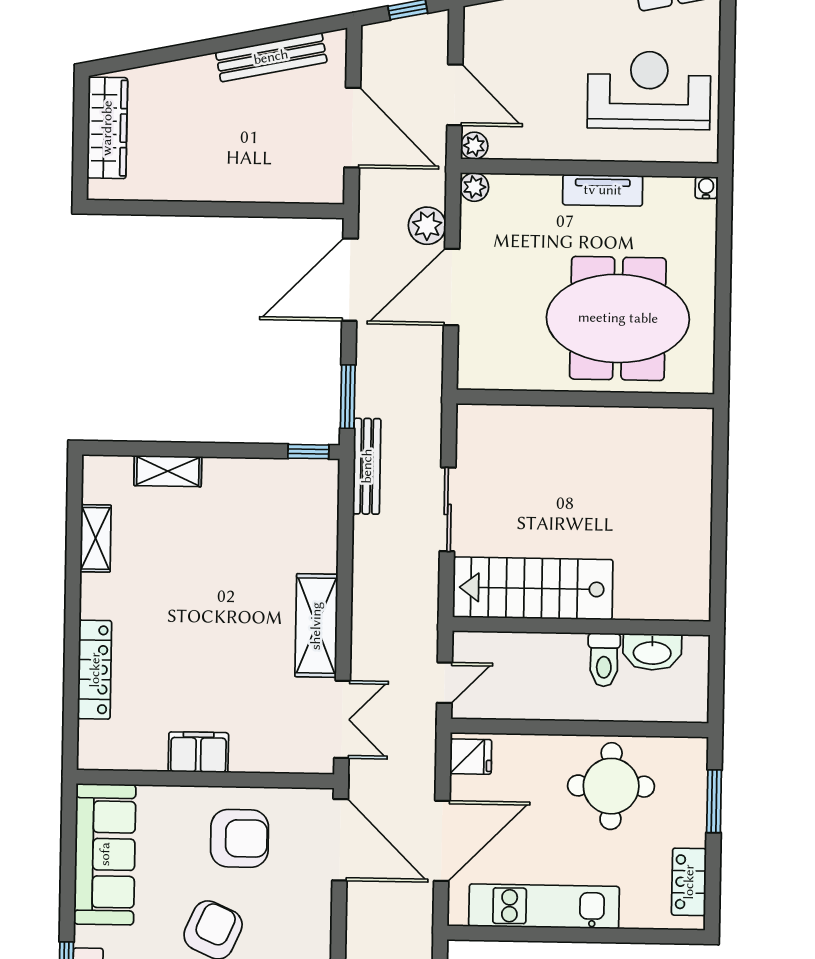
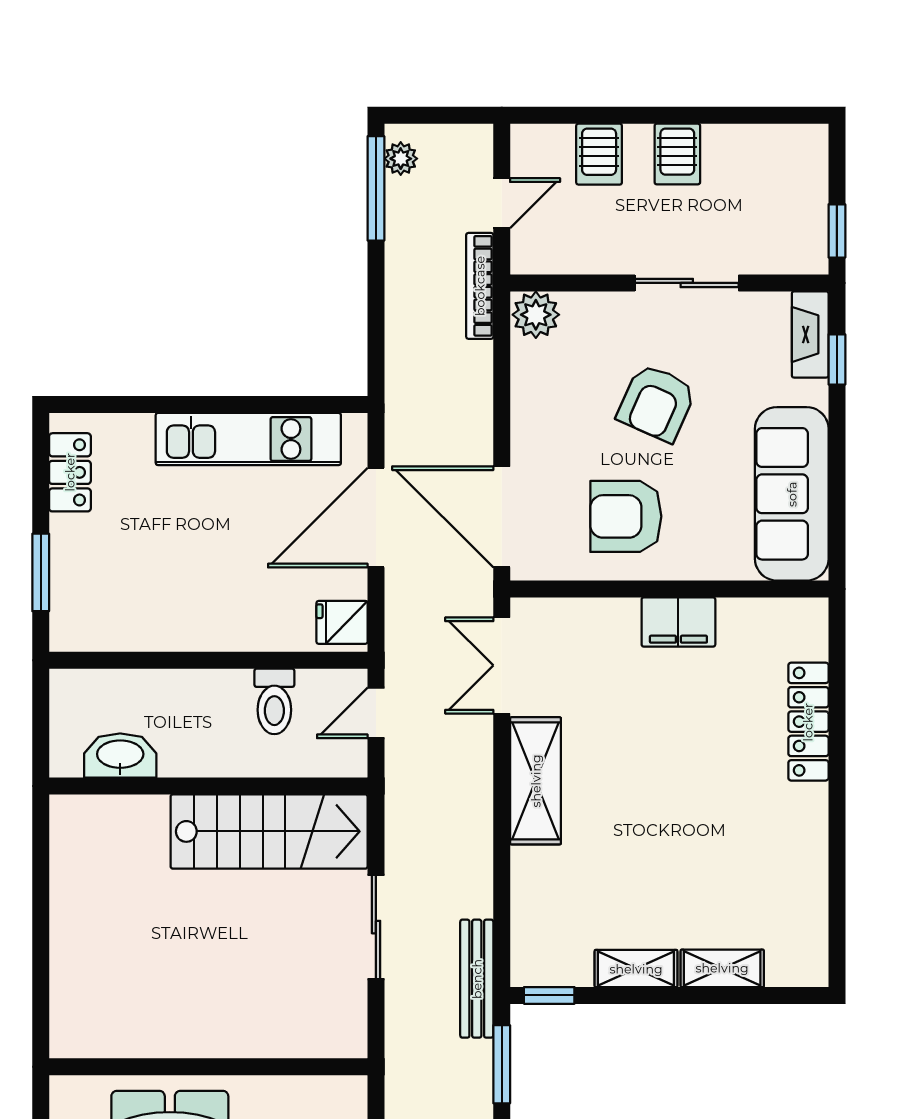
shelving: (96, 538) -> (636, 969), moved, turned 90
toilet: (604, 660) -> (274, 701), moved, turned 180
round table: (611, 786) -> (168, 589), removed

